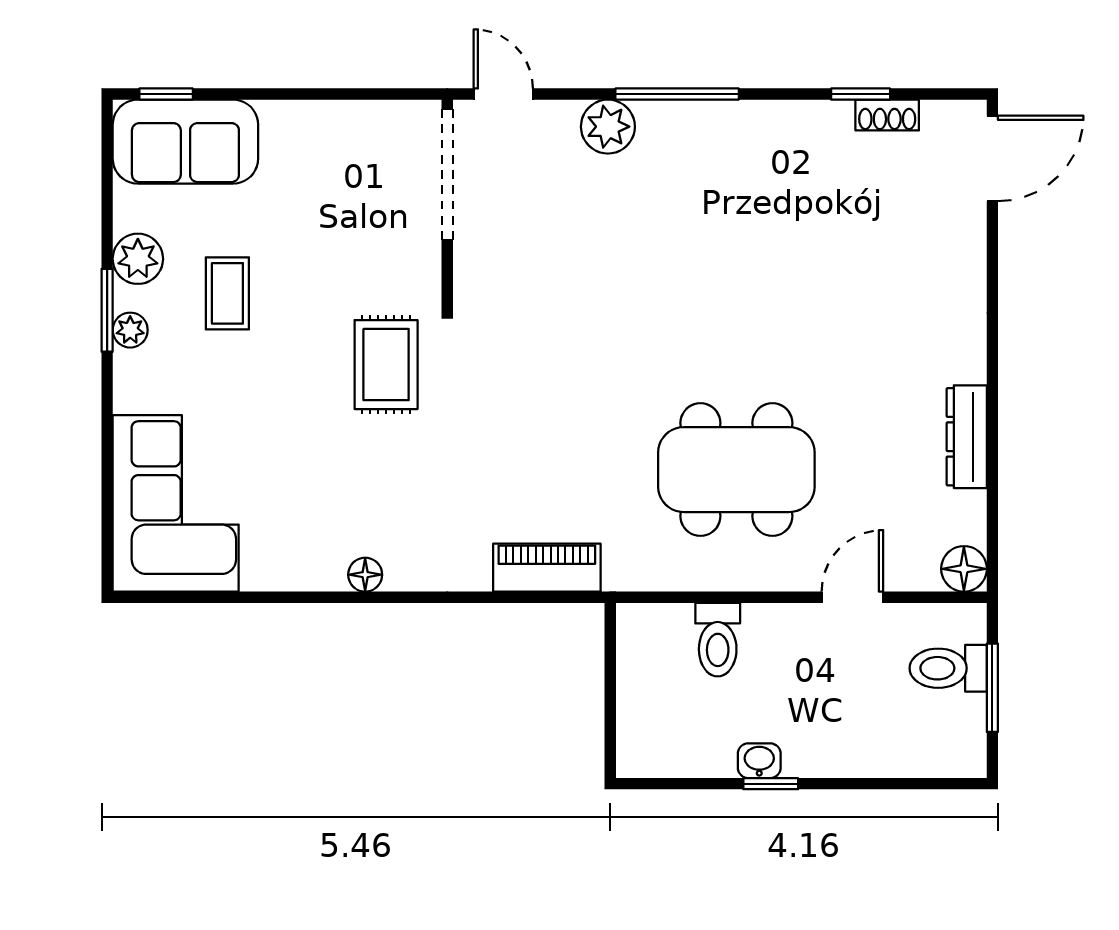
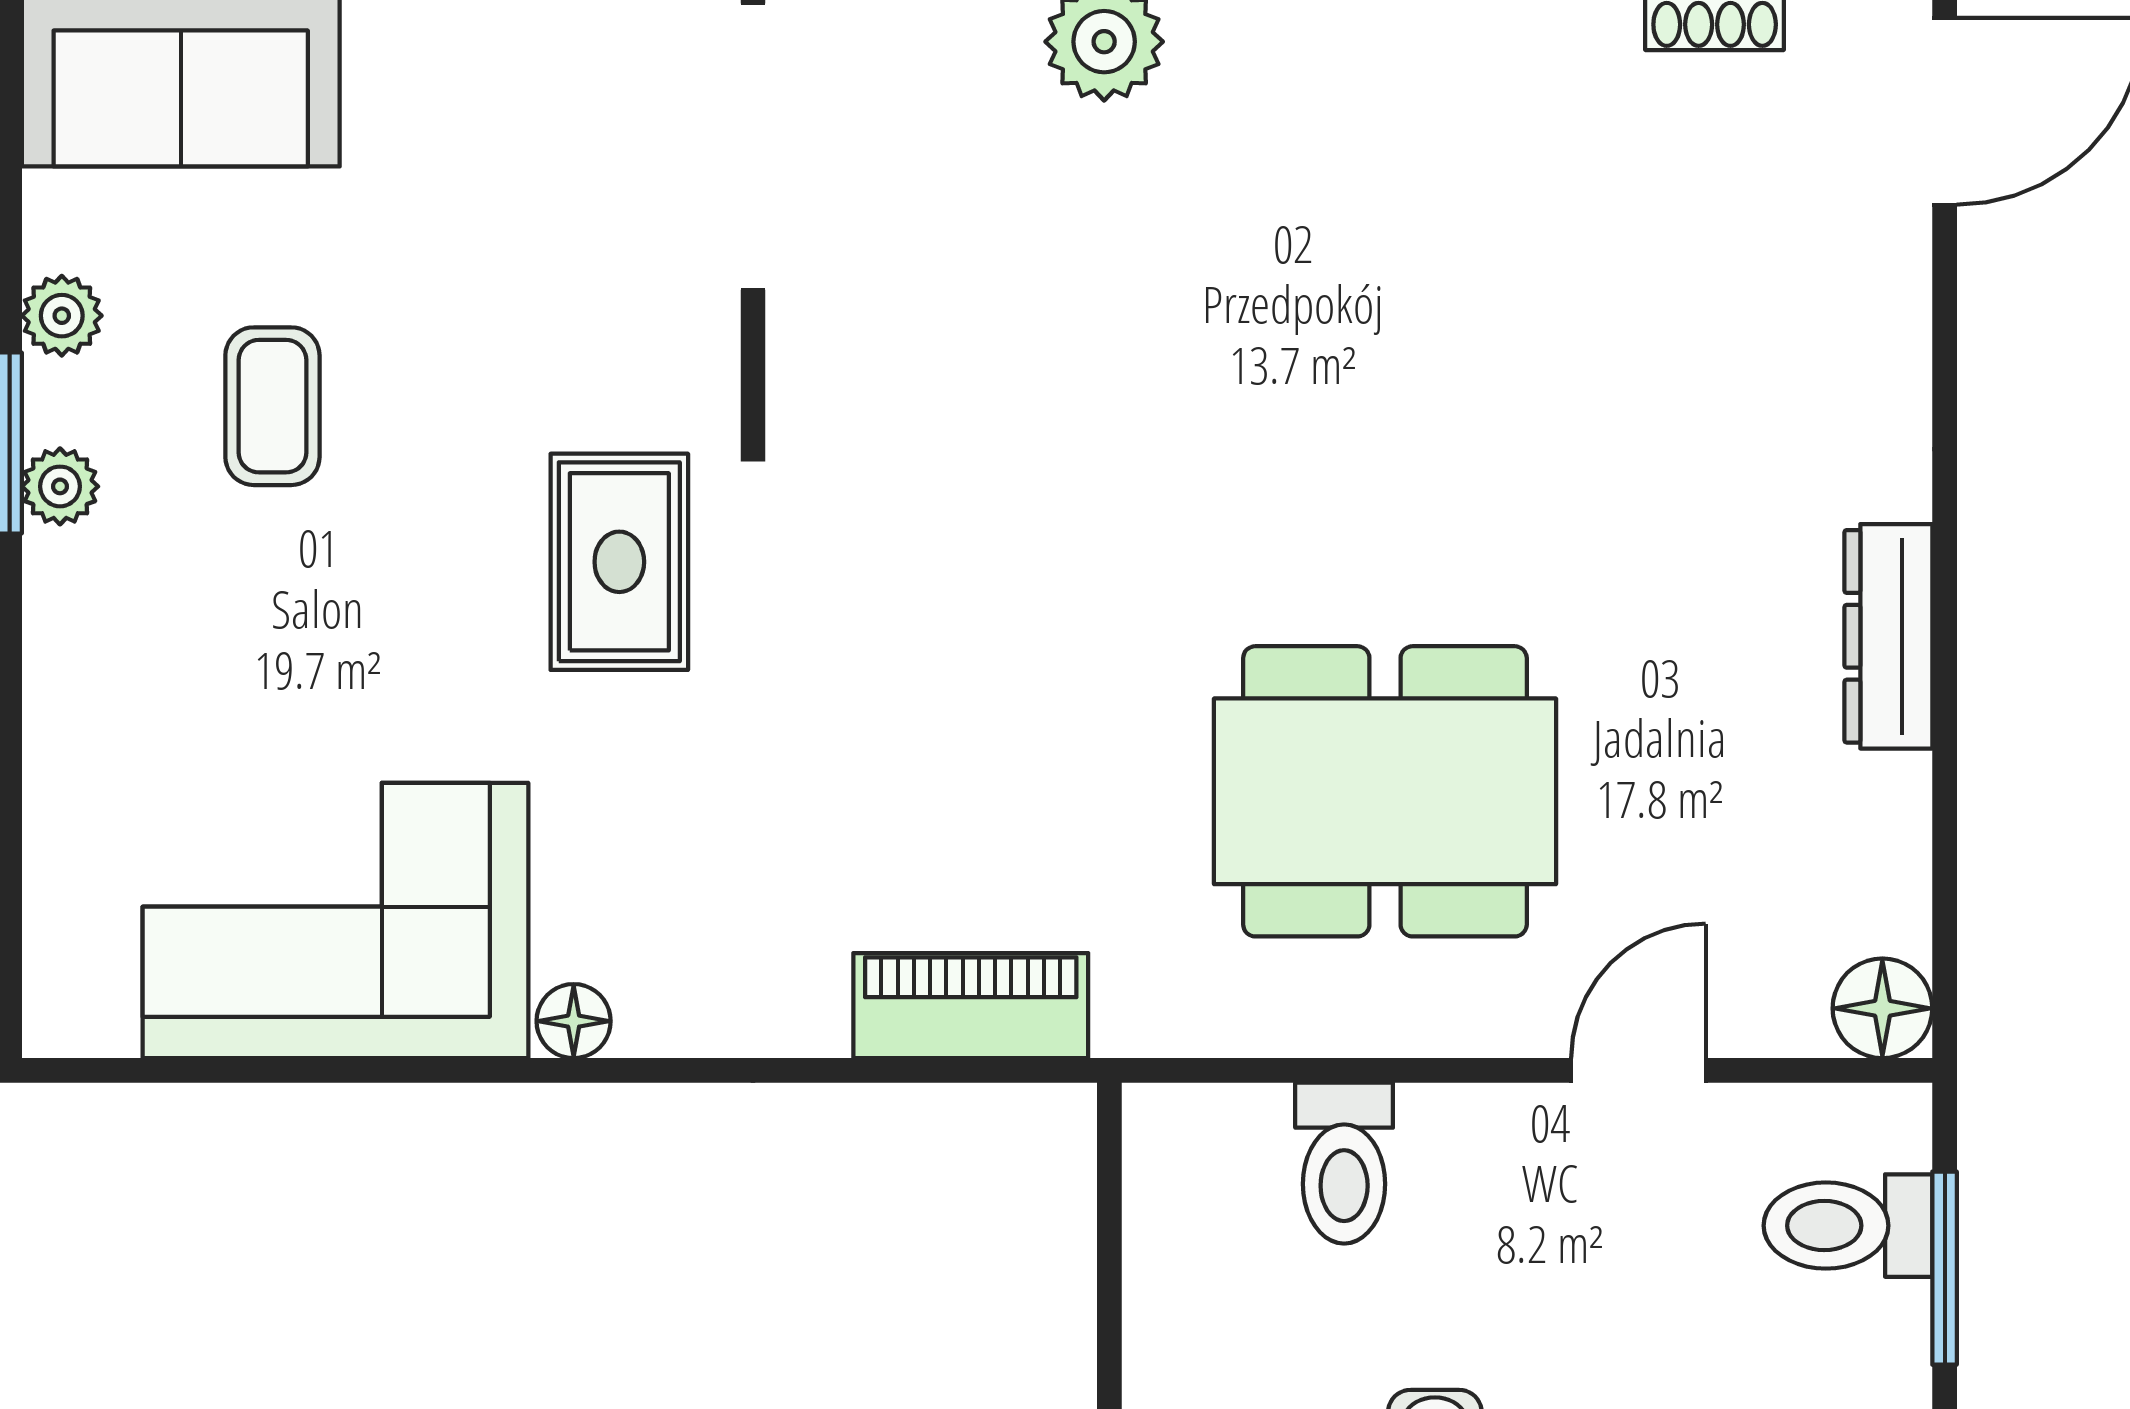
plant: (138, 259) -> (62, 316), width x0.73, depth x0.73
dresser: (967, 437) -> (1888, 636), moved
corner sofa: (176, 503) -> (335, 920), moved, turned -90

